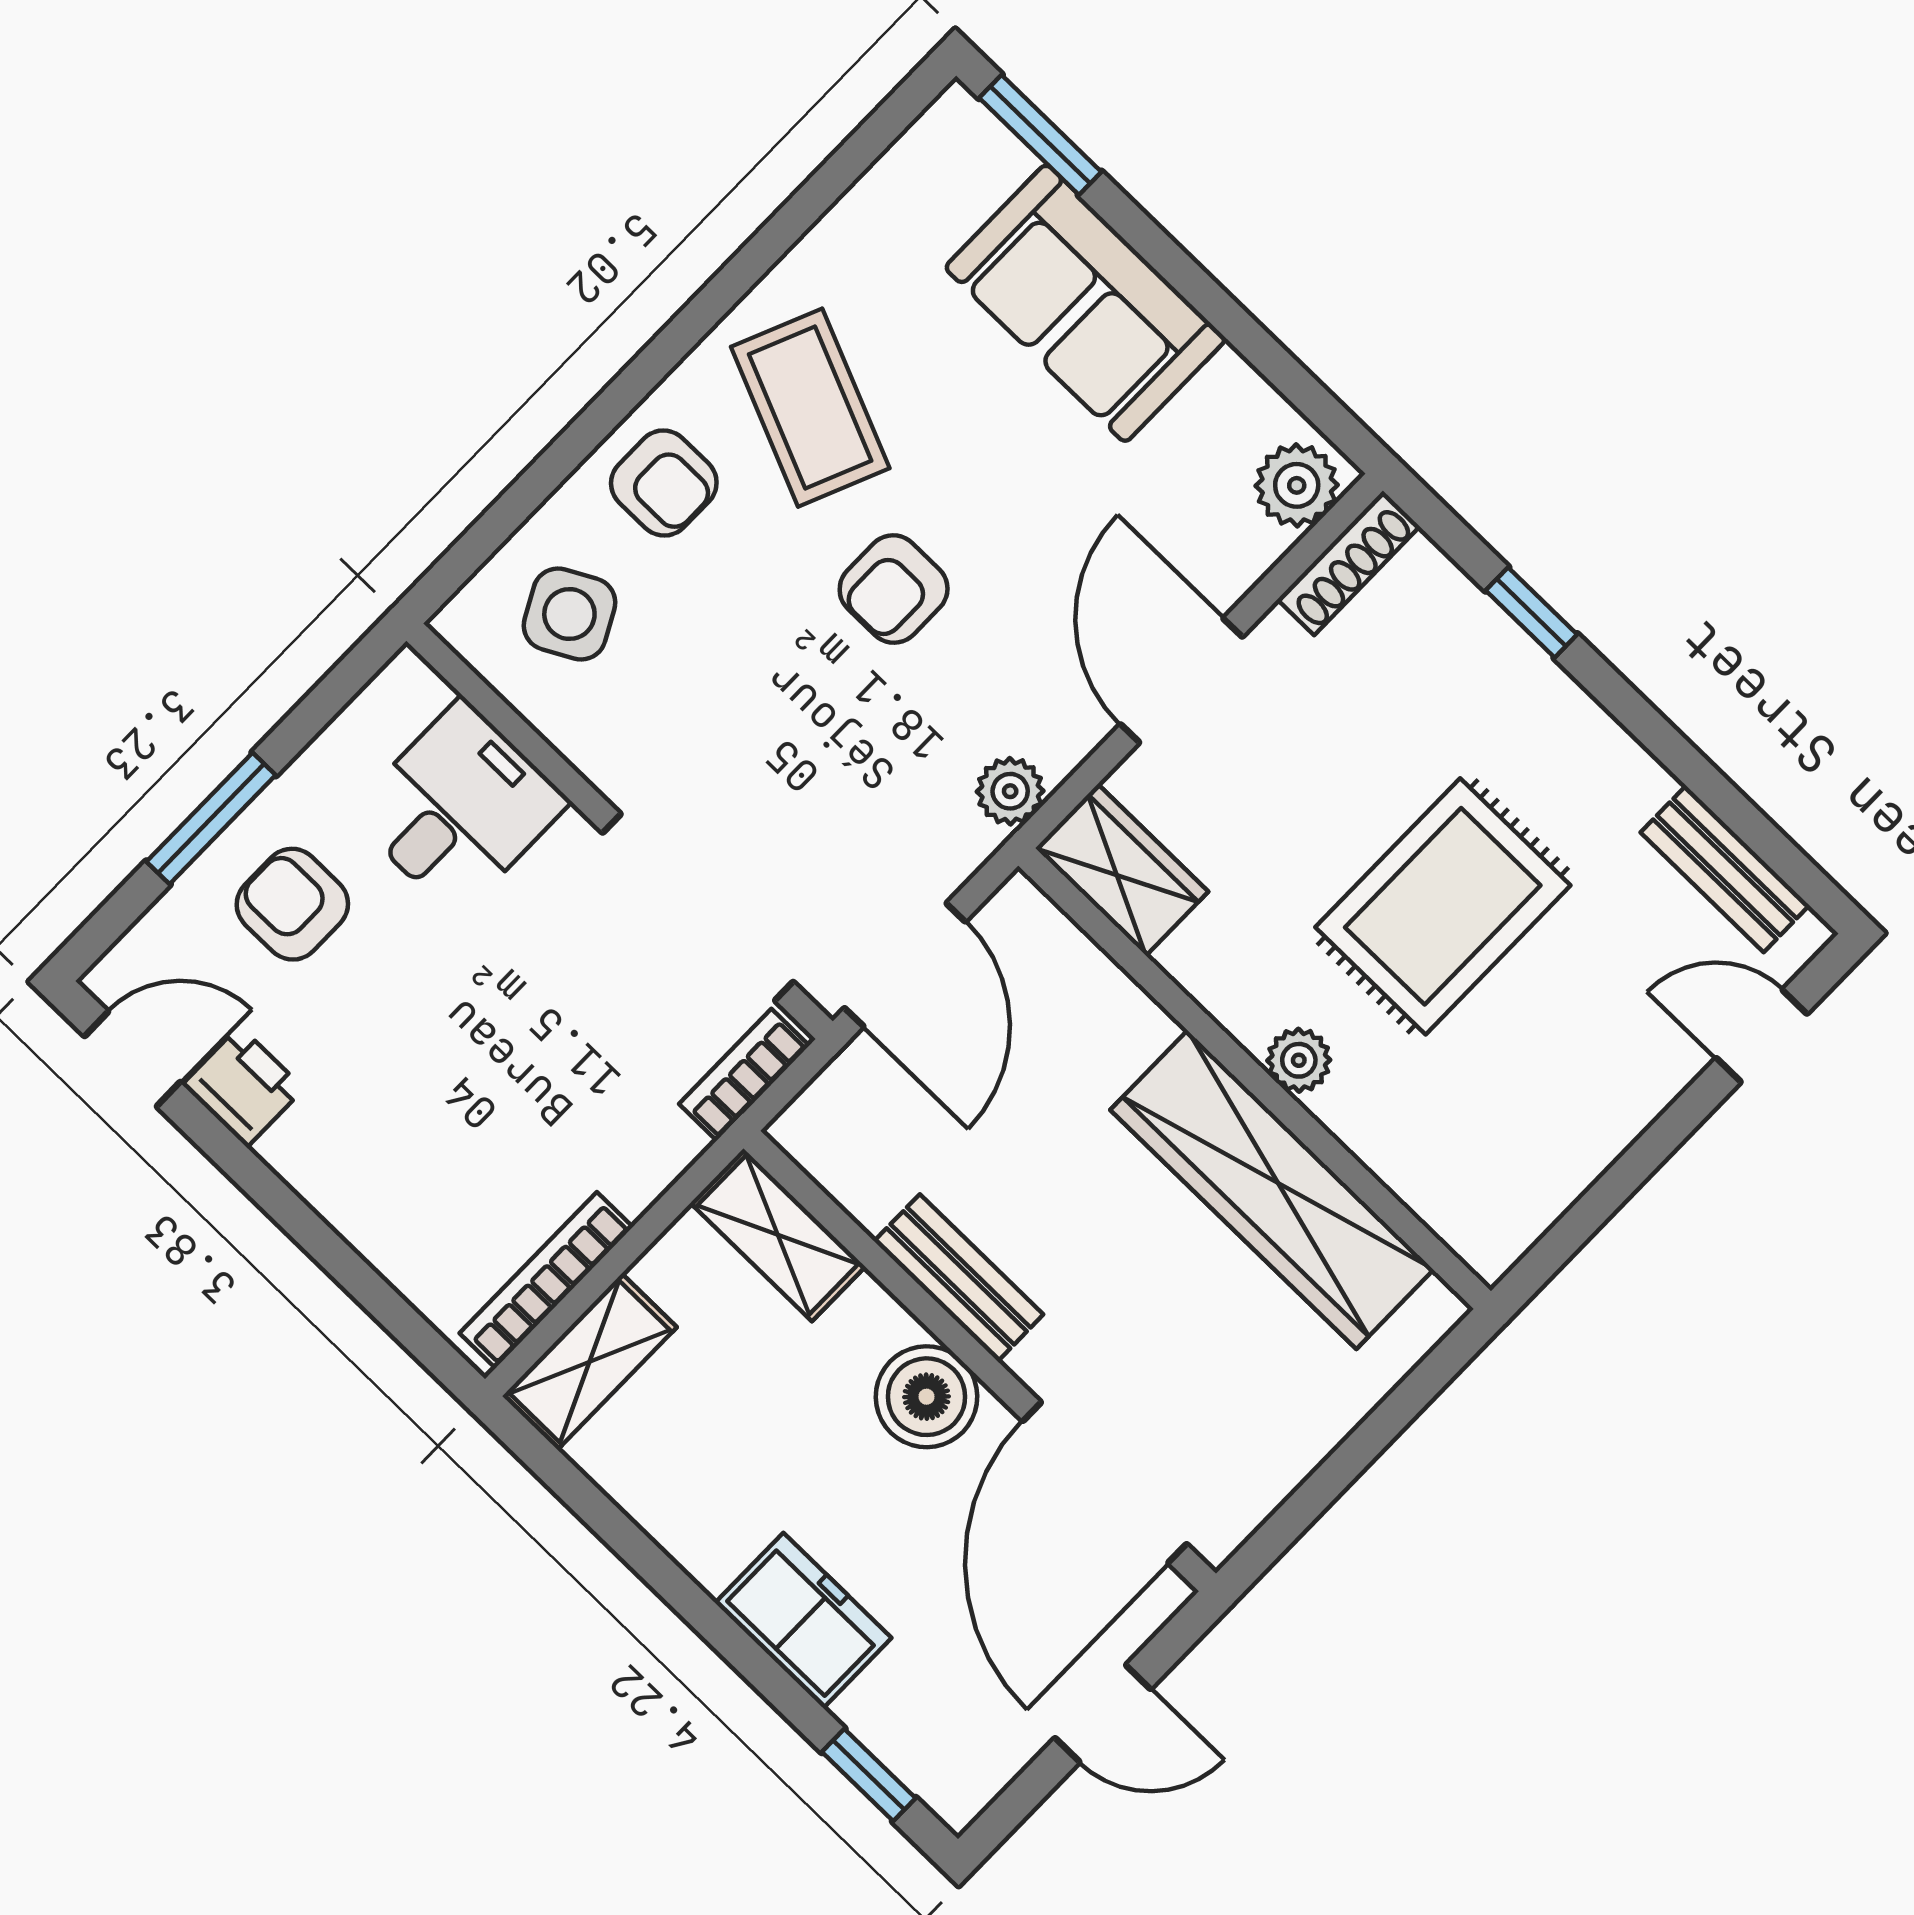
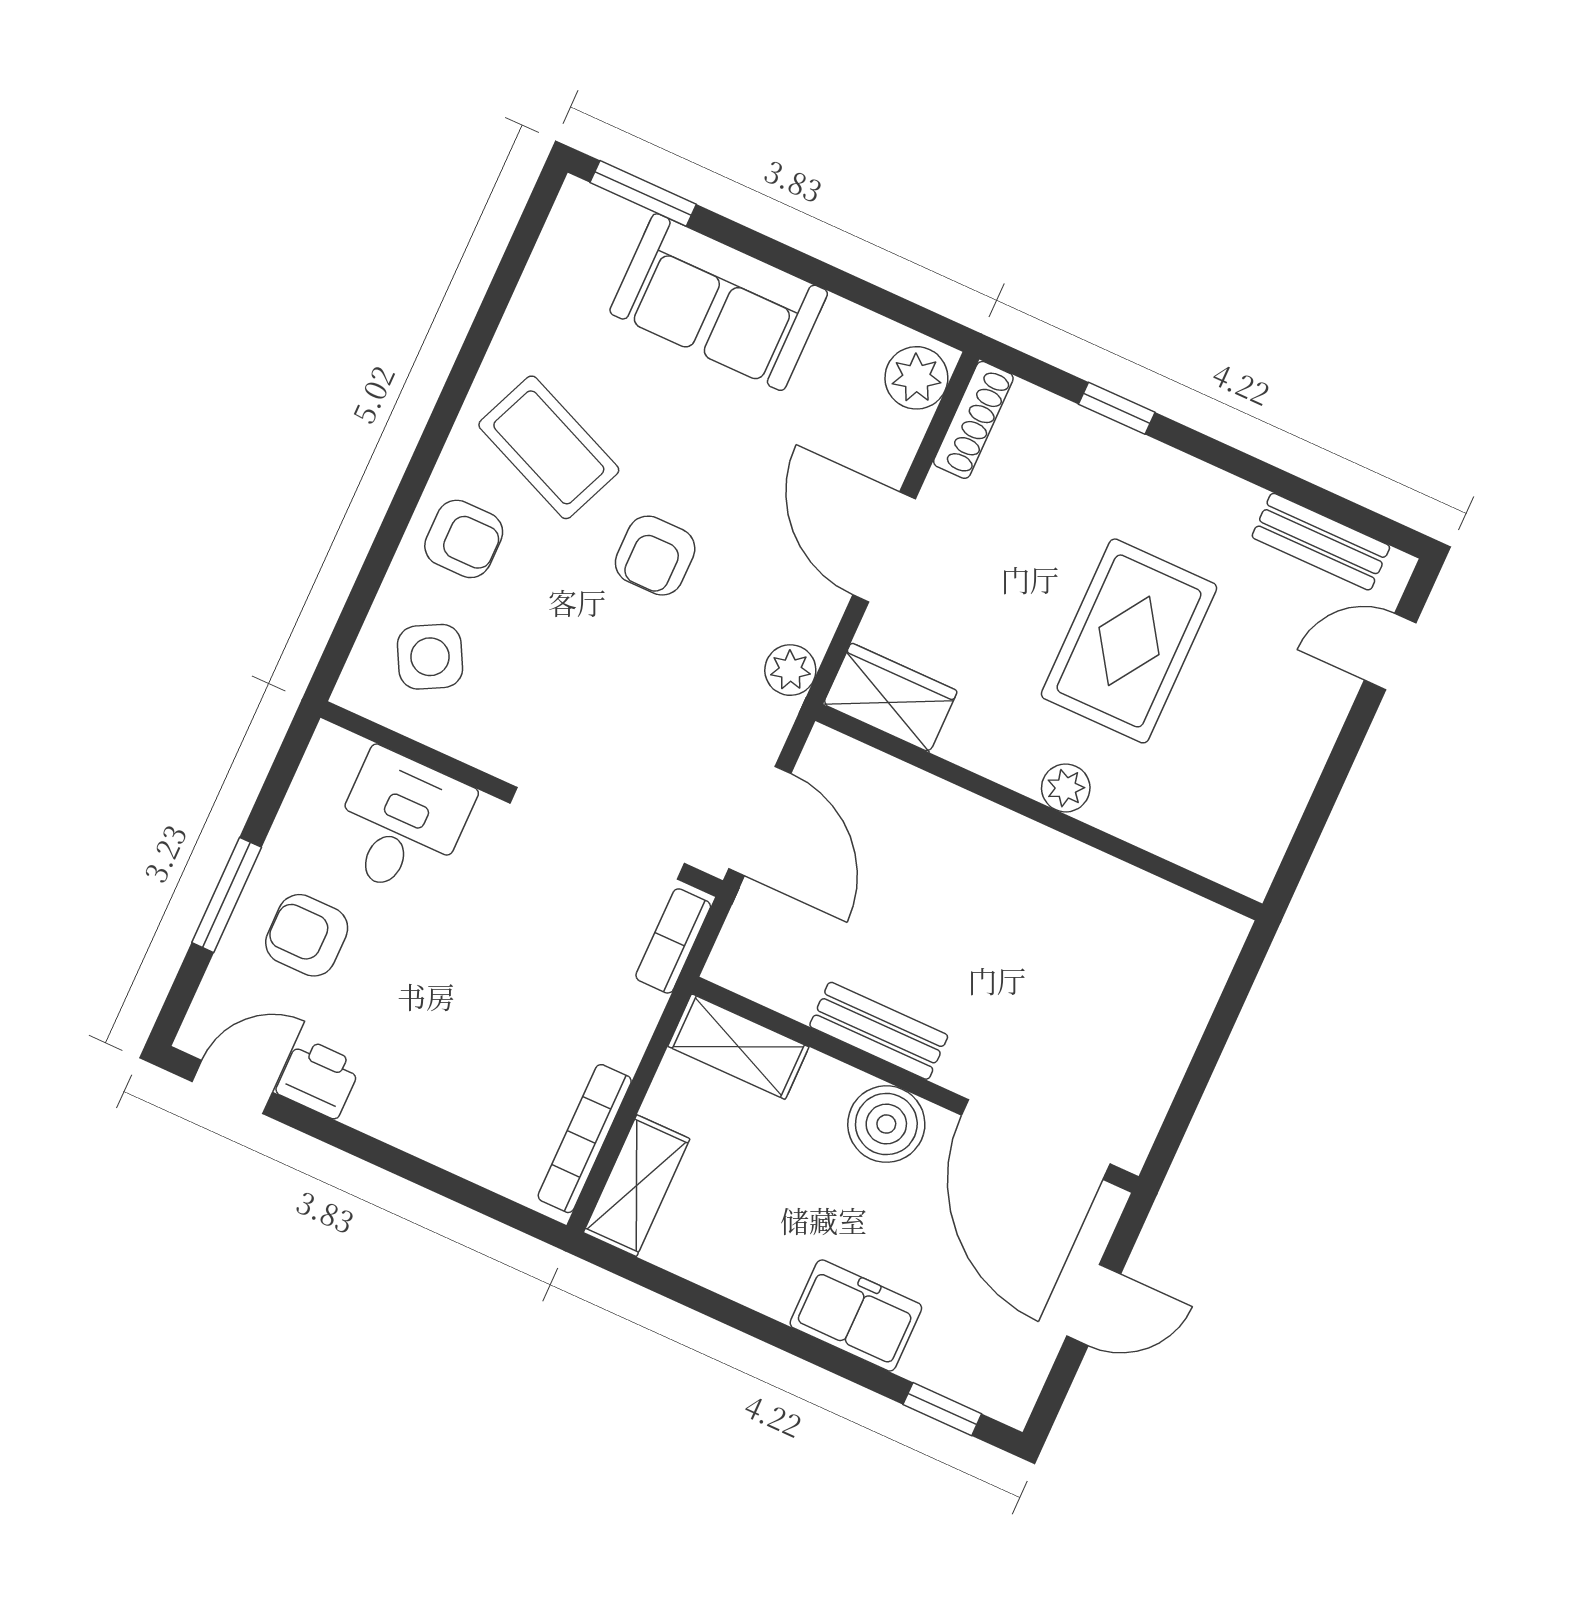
wardrobe: (1272, 1190) -> (1080, 887), removed

